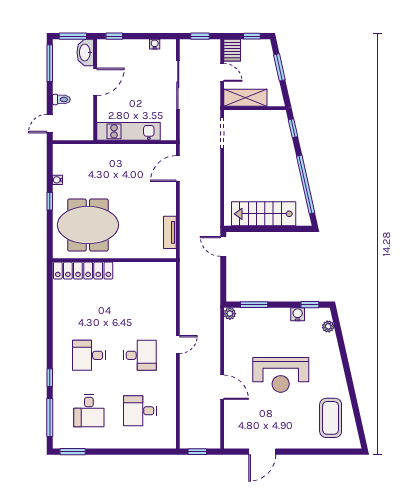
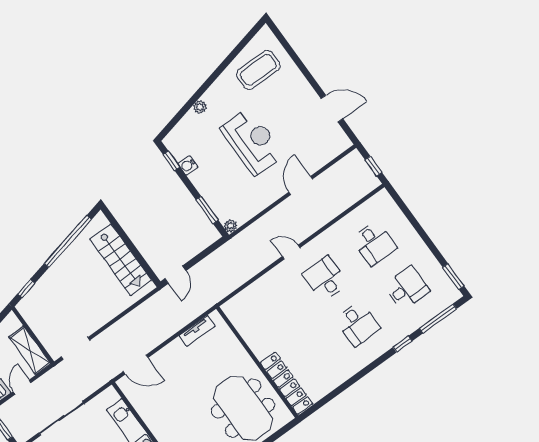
plant: (328, 326) -> (200, 107), moved

